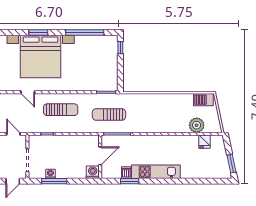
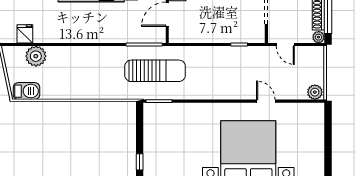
sun lounger: (61, 110) -> (221, 77), removed
sun lounger: (109, 114) -> (155, 71), width x1.36, depth x1.34

